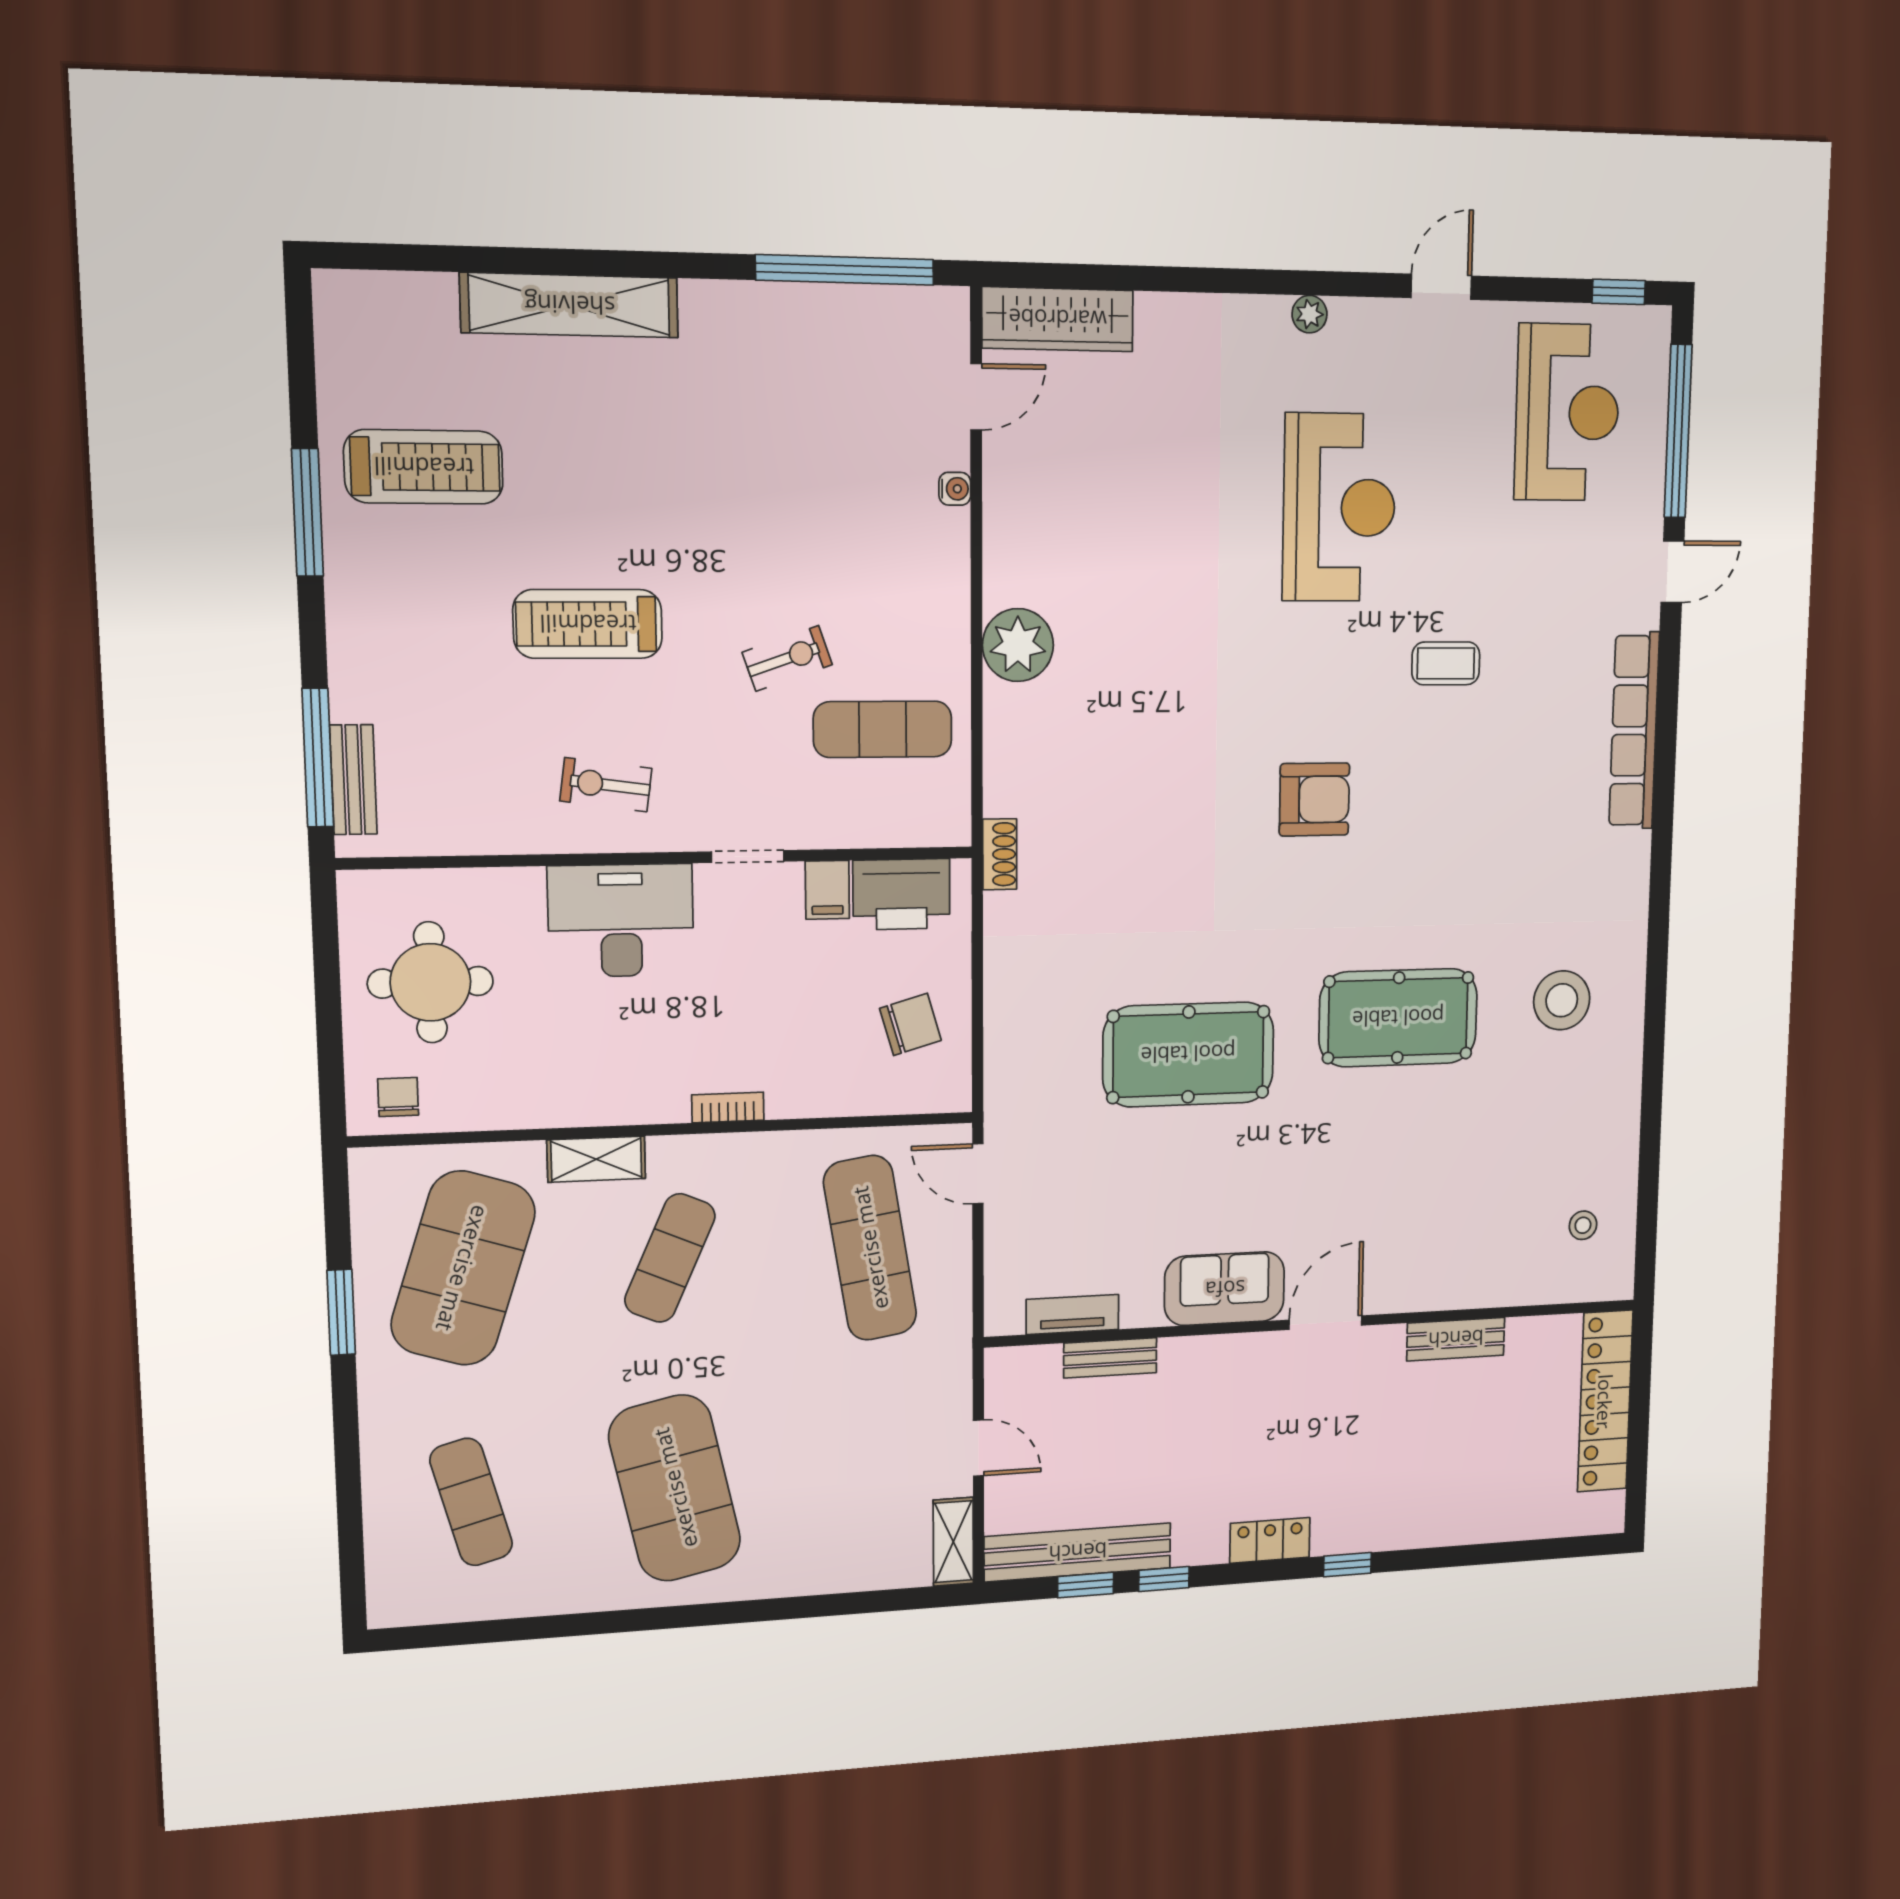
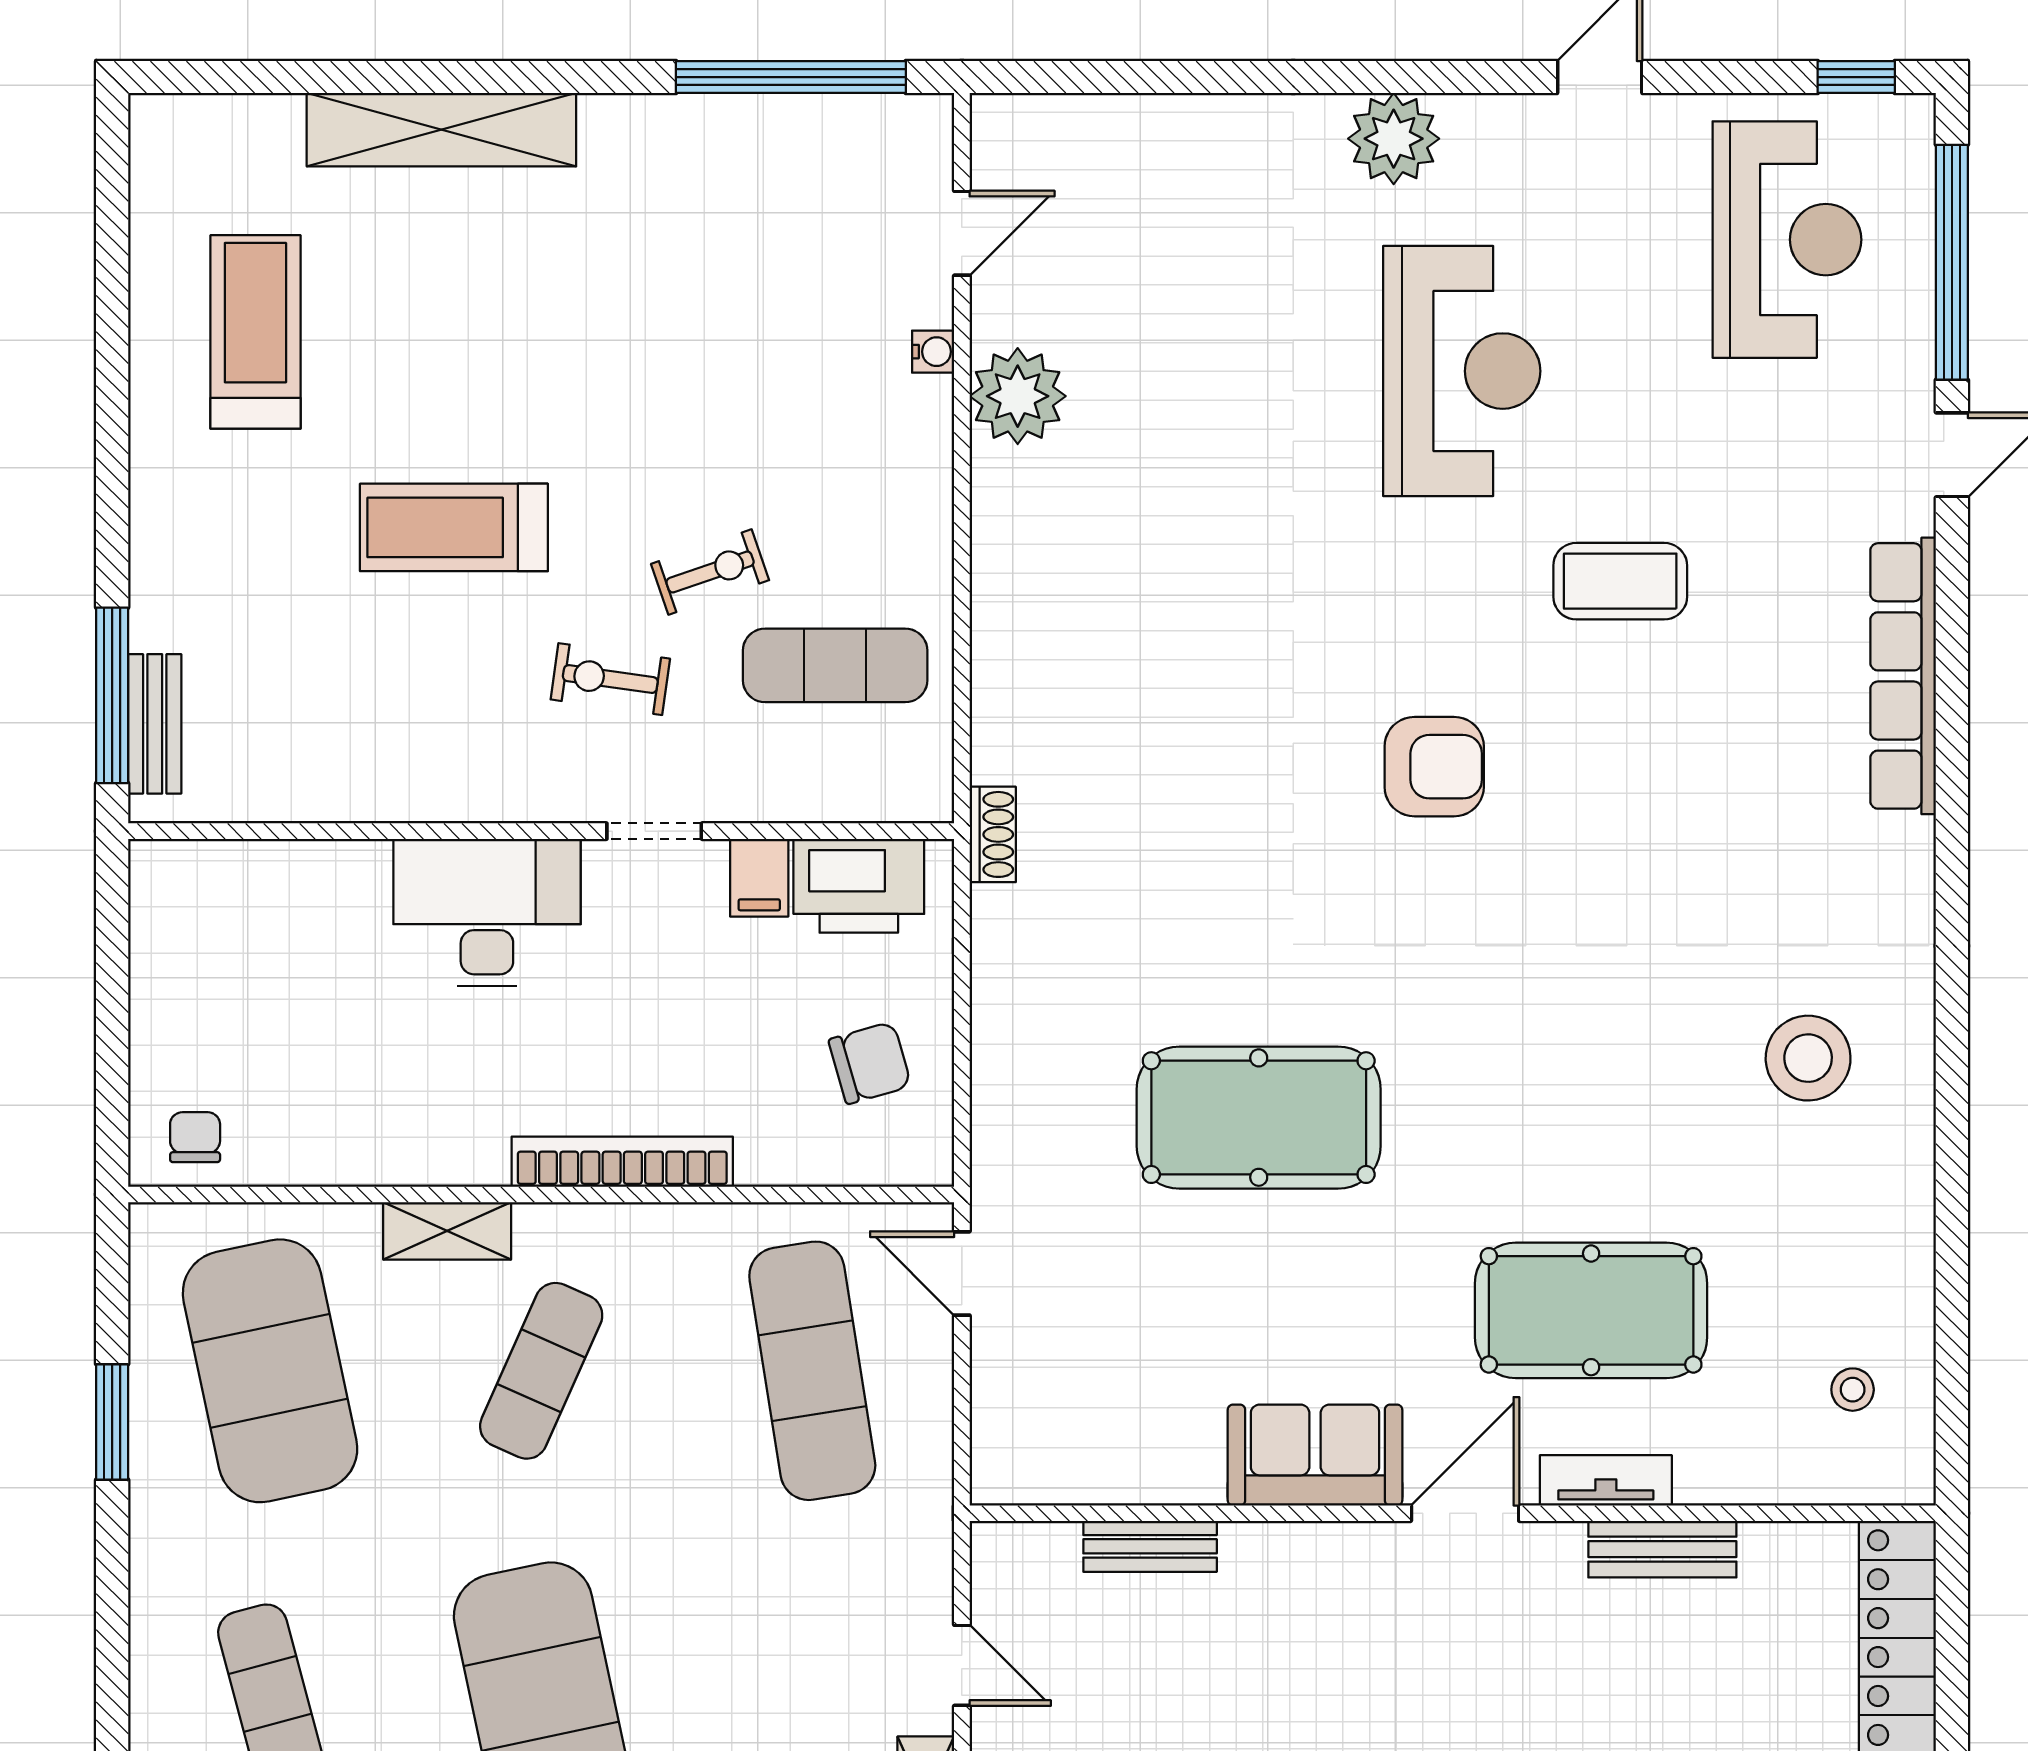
plant: (1310, 314) -> (1394, 139), width x1.88, depth x1.88
wardrobe: (1058, 319) -> (1071, 132), removed
treadmill: (424, 467) -> (255, 332), turned -90
window: (307, 513) -> (112, 390), removed
plant: (1018, 645) -> (1018, 396), moved
coffee table: (1446, 663) -> (1620, 581), width x1.36, depth x1.30
exercise bike: (606, 785) -> (610, 679), moved
round table: (430, 982) -> (241, 987), removed
pool table: (1398, 1018) -> (1591, 1310), moved
bookcase: (728, 1107) -> (622, 1162), width x2.31, depth x1.31
exercise mat: (463, 1268) -> (270, 1371), turned -30
tv unit: (1072, 1314) -> (1606, 1480), moved

